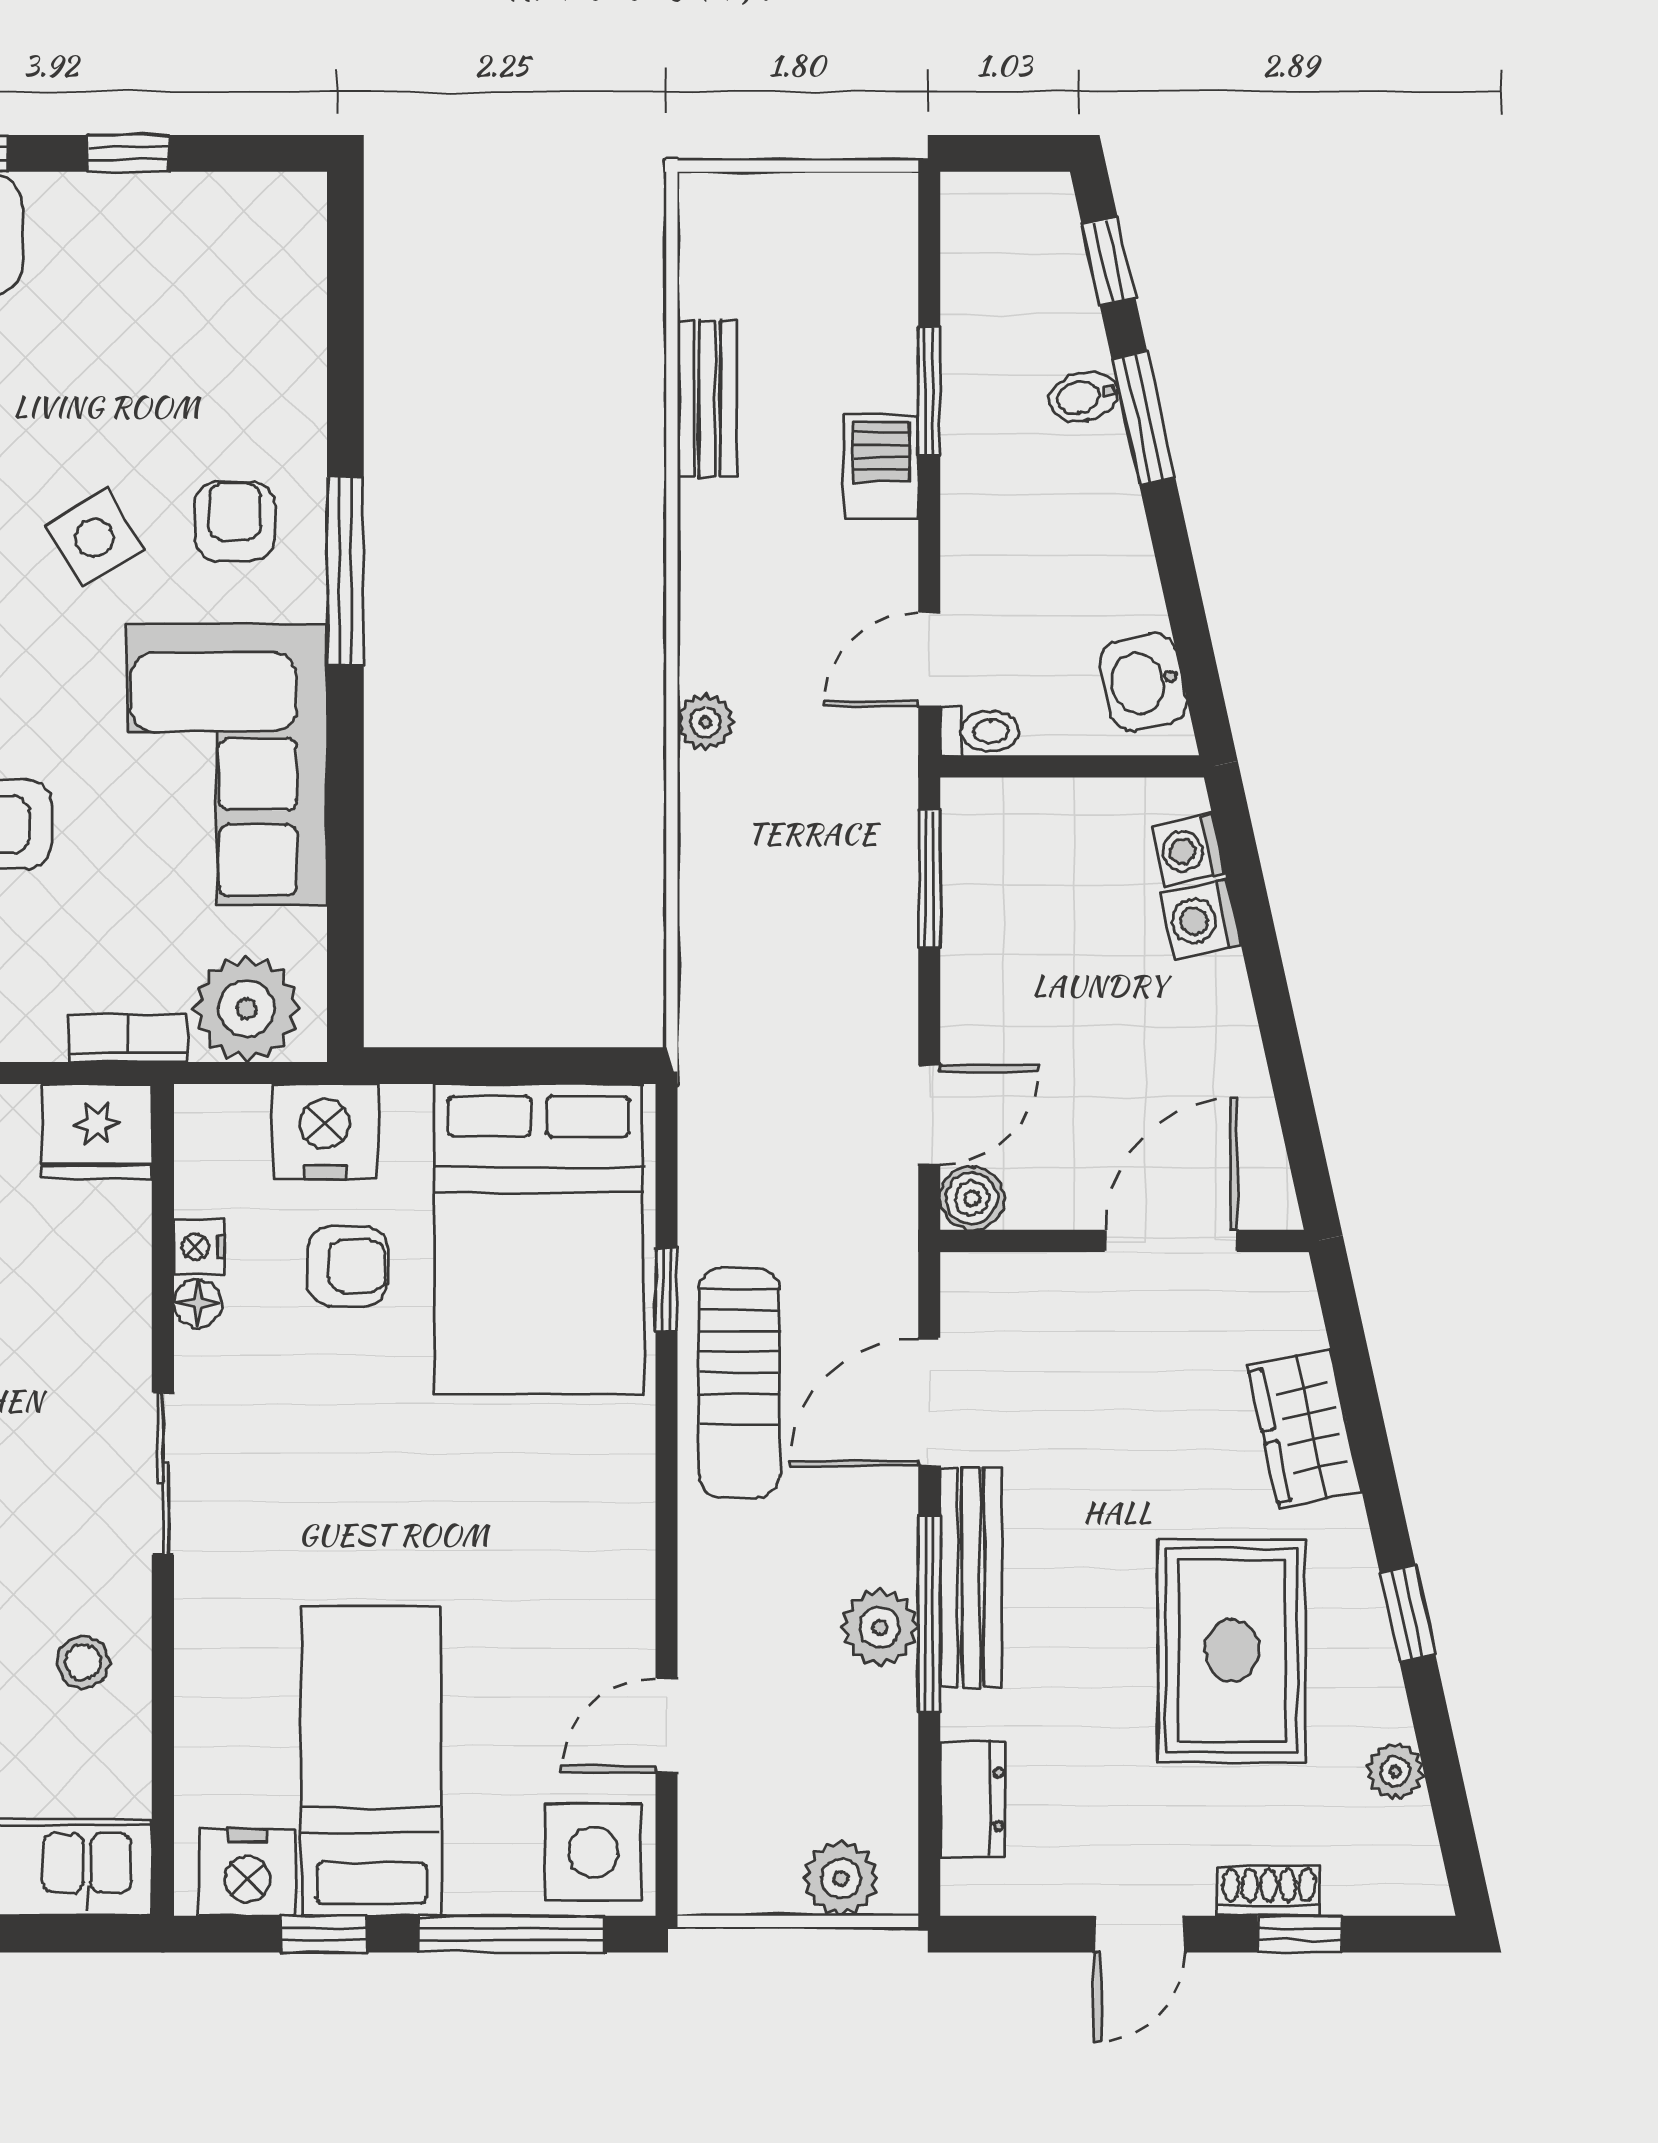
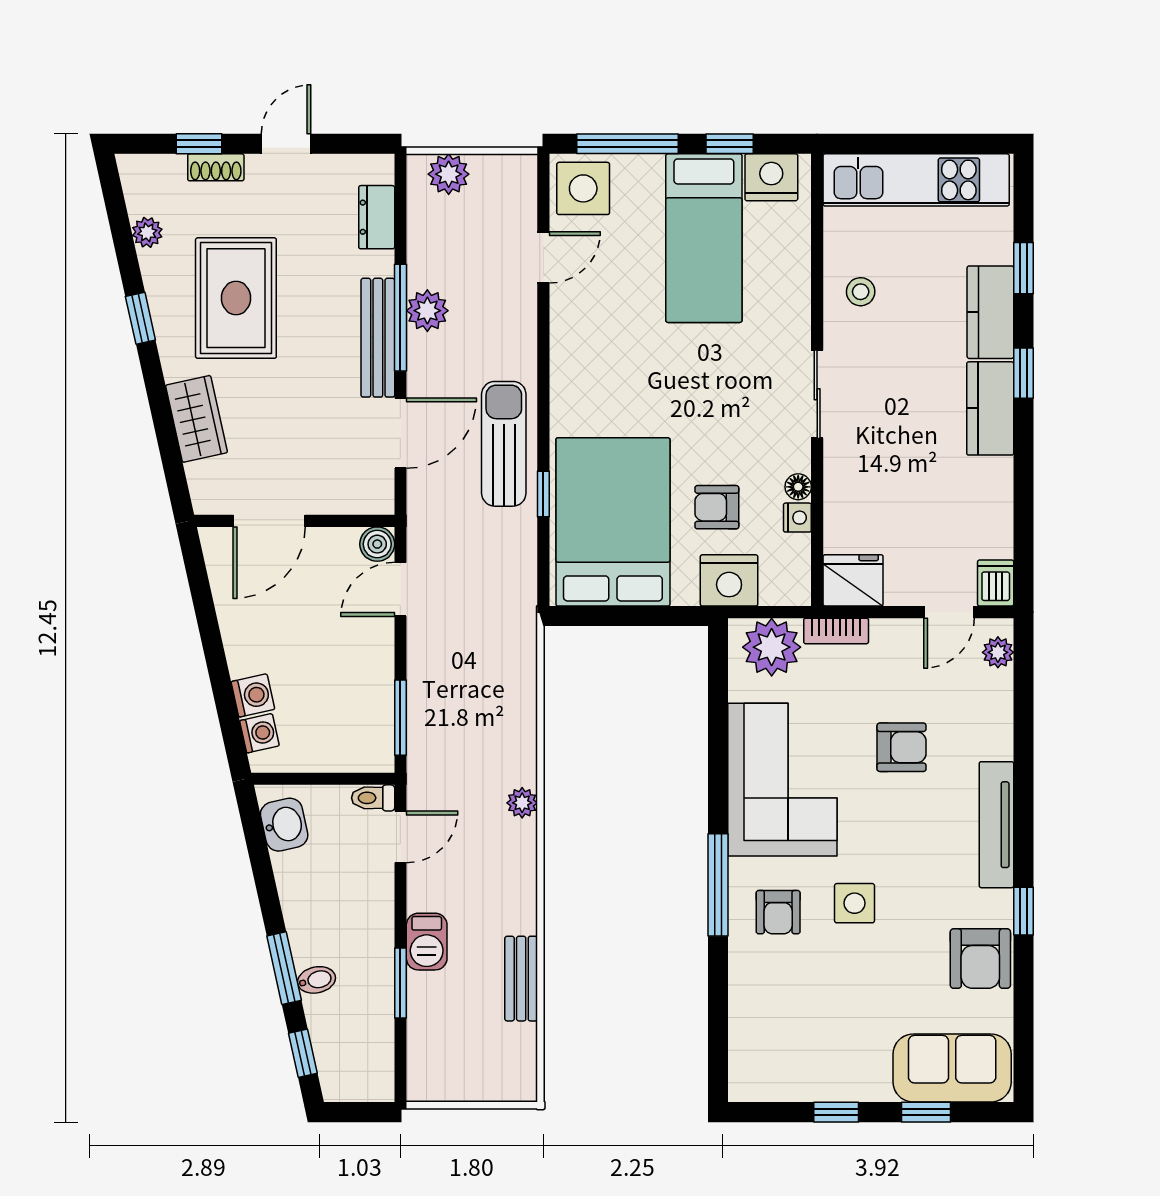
side table: (94, 538) -> (855, 903), turned 31

